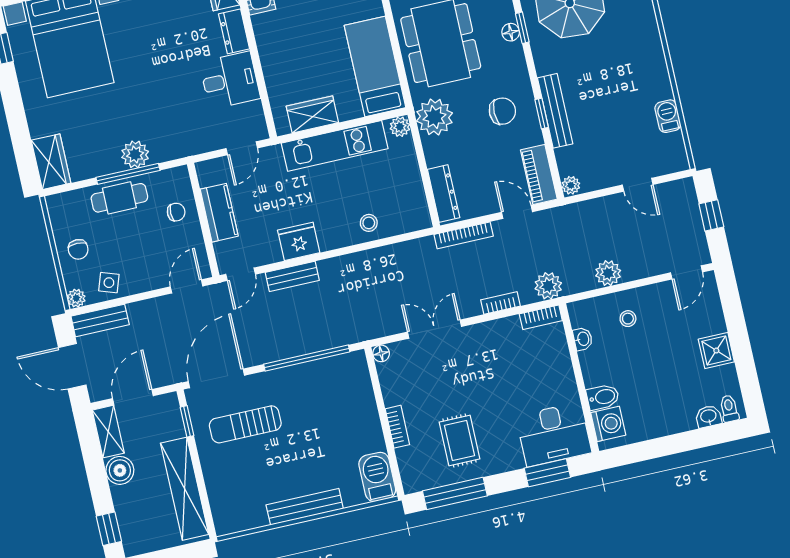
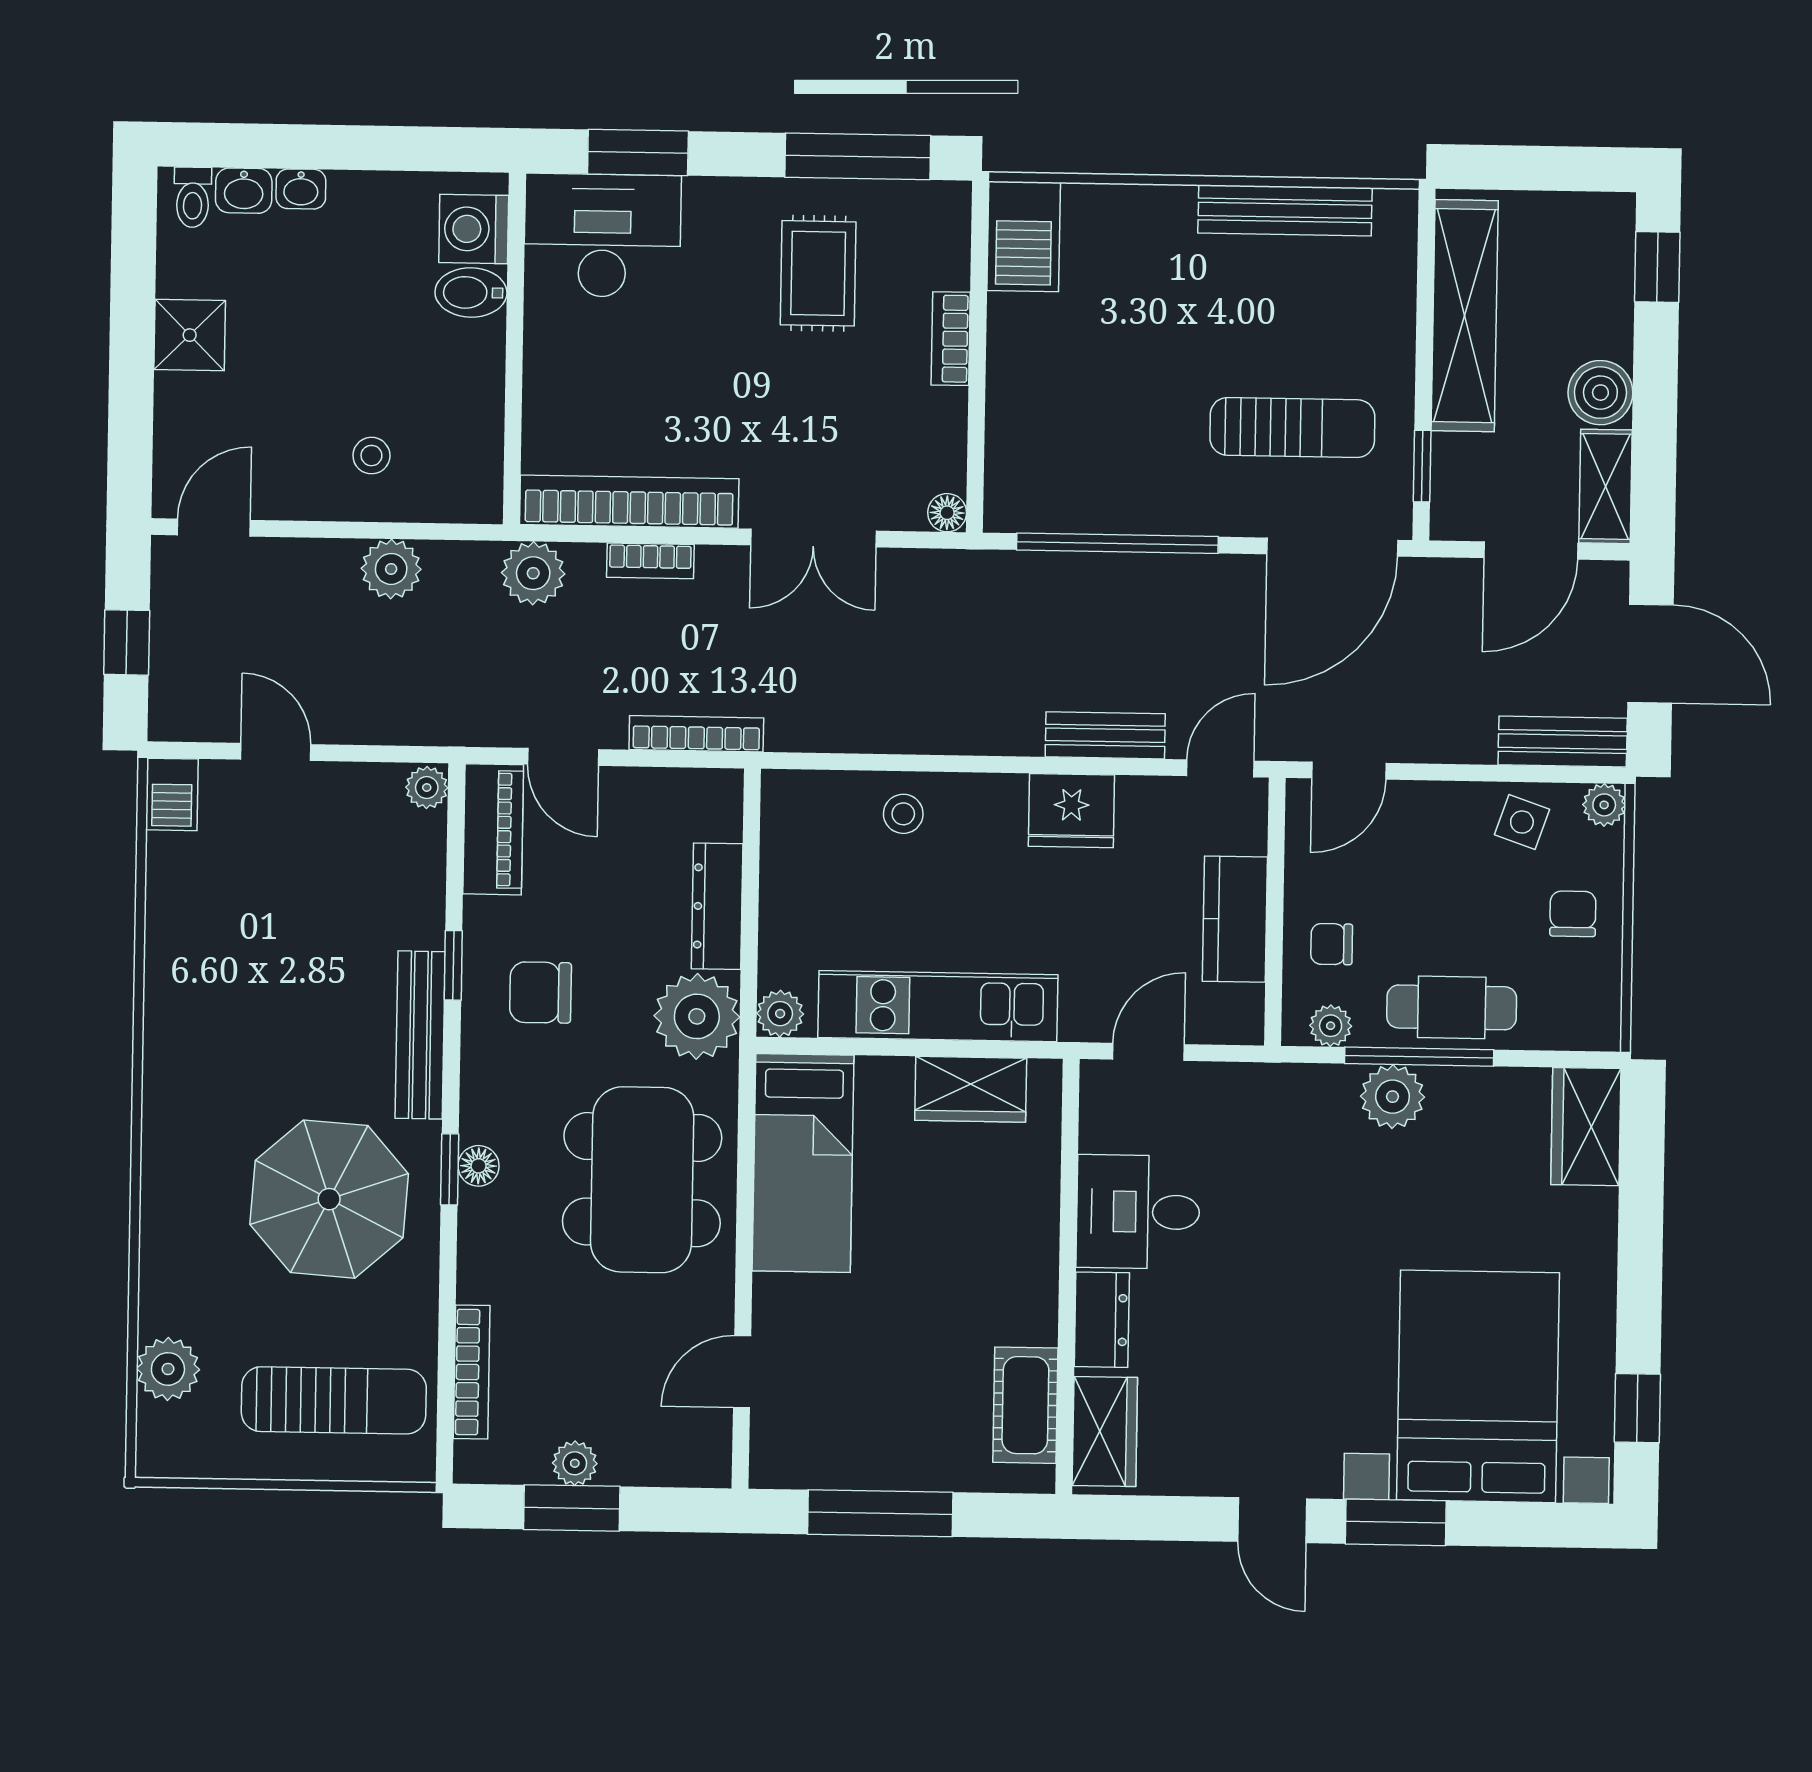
bench: (555, 111) -> (420, 1035), moved
barbecue: (668, 116) -> (172, 794), moved
plant: (168, 178) -> (1331, 1026), added
dresser: (444, 193) -> (717, 906), moved
bookcase: (541, 317) -> (629, 502), width x2.31, depth x1.31
washbasin: (583, 339) -> (301, 189), moved, turned -90
bench: (305, 507) -> (1285, 210), moved

